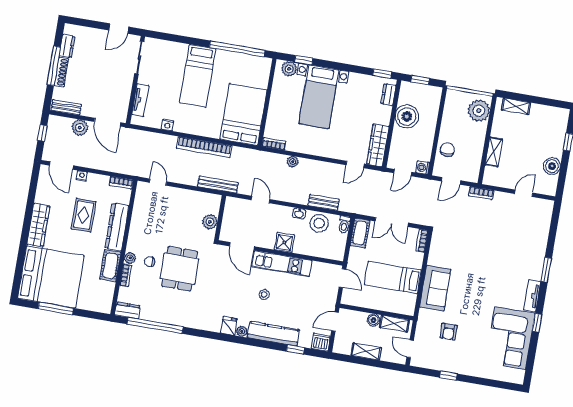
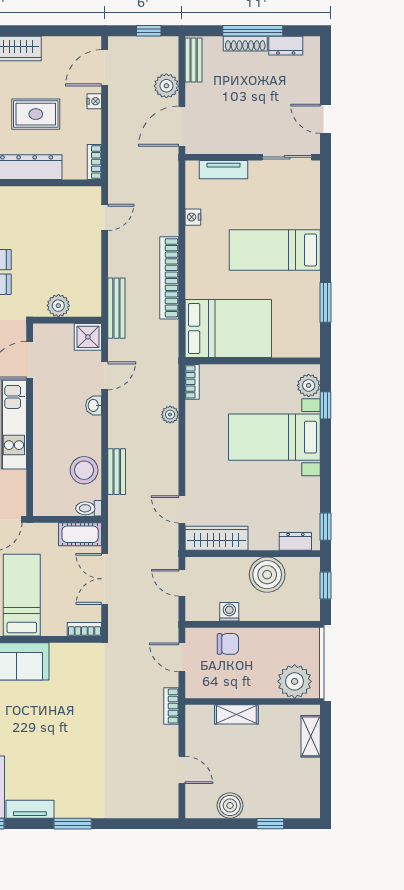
window: (237, 49) -> (325, 302), width x0.47
washing machine: (423, 168) -> (229, 612), moved
washbasin: (299, 213) -> (94, 405), moved
shower: (284, 242) -> (88, 337), moved

